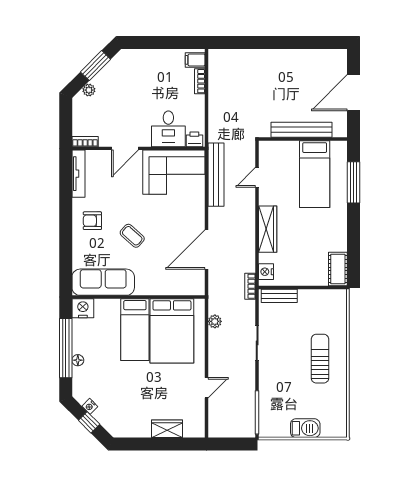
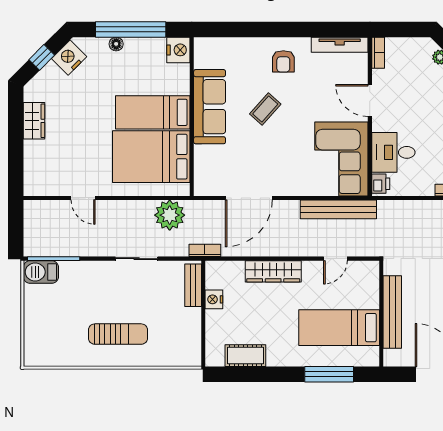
door: (257, 177) -> (335, 259), swing flipped
armchair: (92, 221) -> (283, 61), turned 180
door: (206, 250) -> (249, 198), swing flipped
cot: (338, 269) -> (245, 356), moved
nightstand: (266, 272) -> (214, 299), moved, turned -90
sofa: (103, 282) -> (210, 107), moved
plant: (215, 321) -> (170, 215), width x1.88, depth x1.88
nightstand: (90, 406) -> (69, 58), width x1.89, depth x1.79
barbecue: (305, 428) -> (41, 272), moved, turned 90
wardrobe: (167, 429) -> (34, 121), moved

